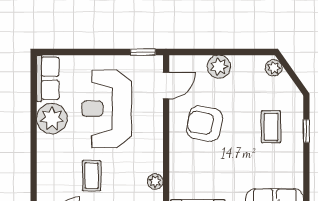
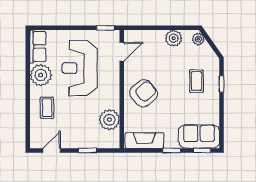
plant: (219, 67) -> (174, 38), moved
armchair: (204, 124) -> (144, 93), moved, turned 130
coffee table: (92, 176) -> (47, 108), moved
plant: (155, 181) -> (109, 120), width x1.88, depth x1.88

